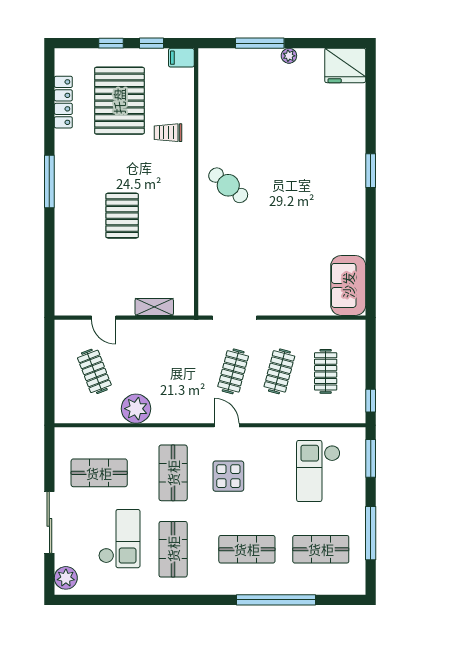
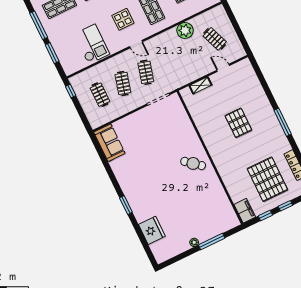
filing cabinet: (181, 58) -> (245, 211), width x2.00
fridge: (345, 65) -> (152, 230), moved, turned 90
trolley: (168, 133) -> (236, 175), removed
window: (371, 458) -> (52, 53), moved
checkout: (318, 471) -> (92, 44), moved

